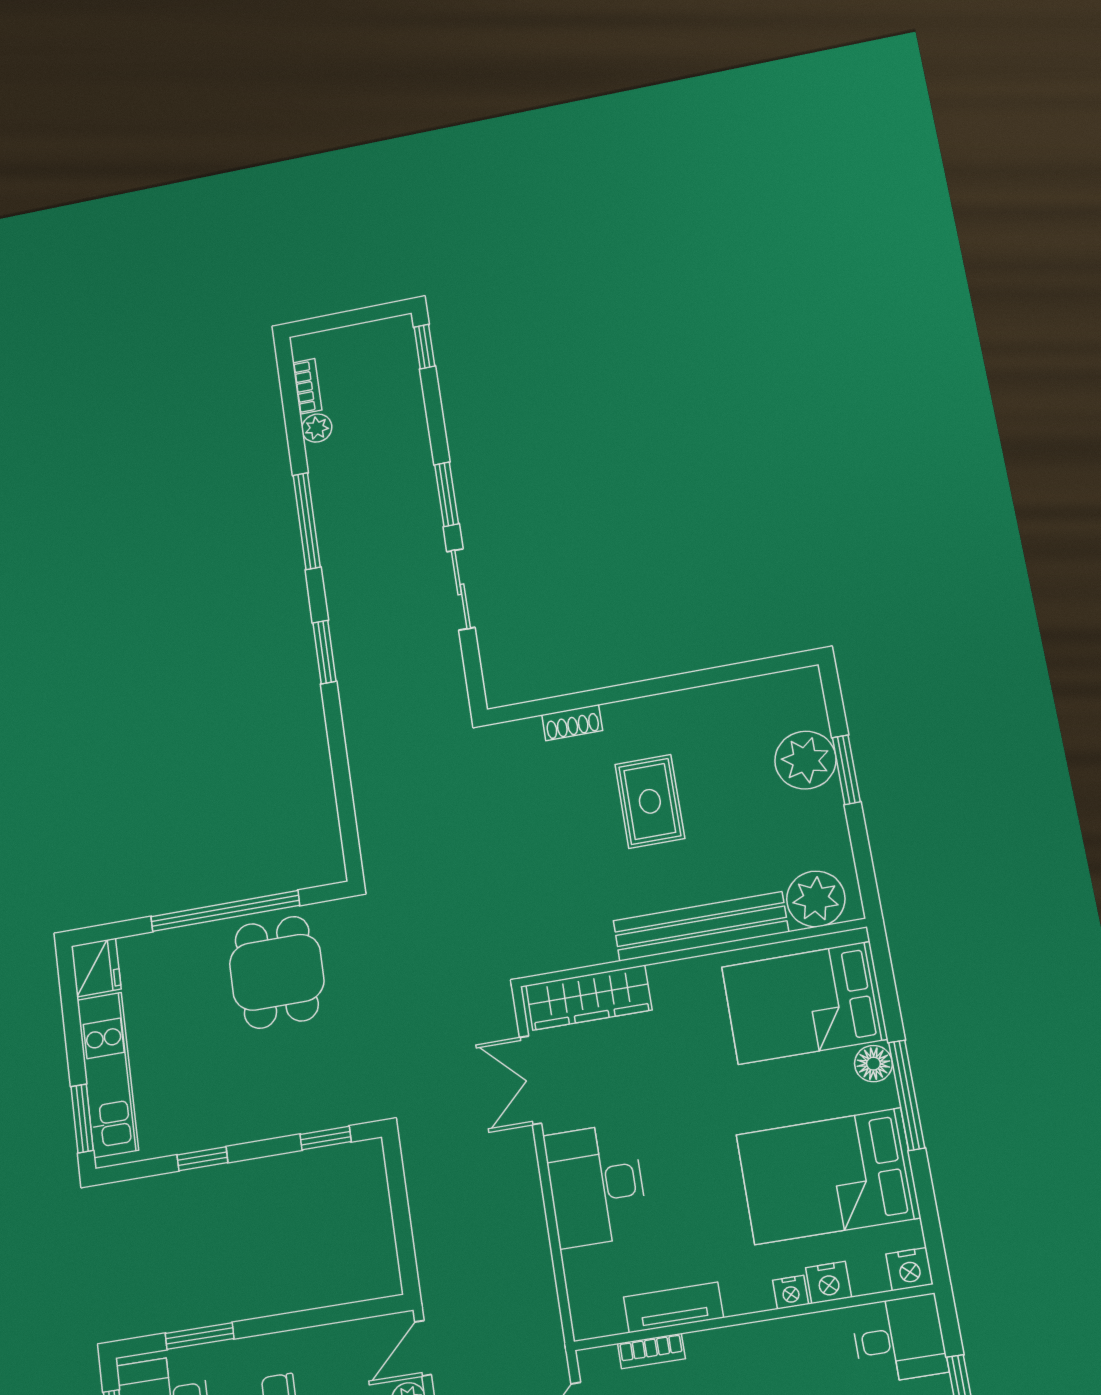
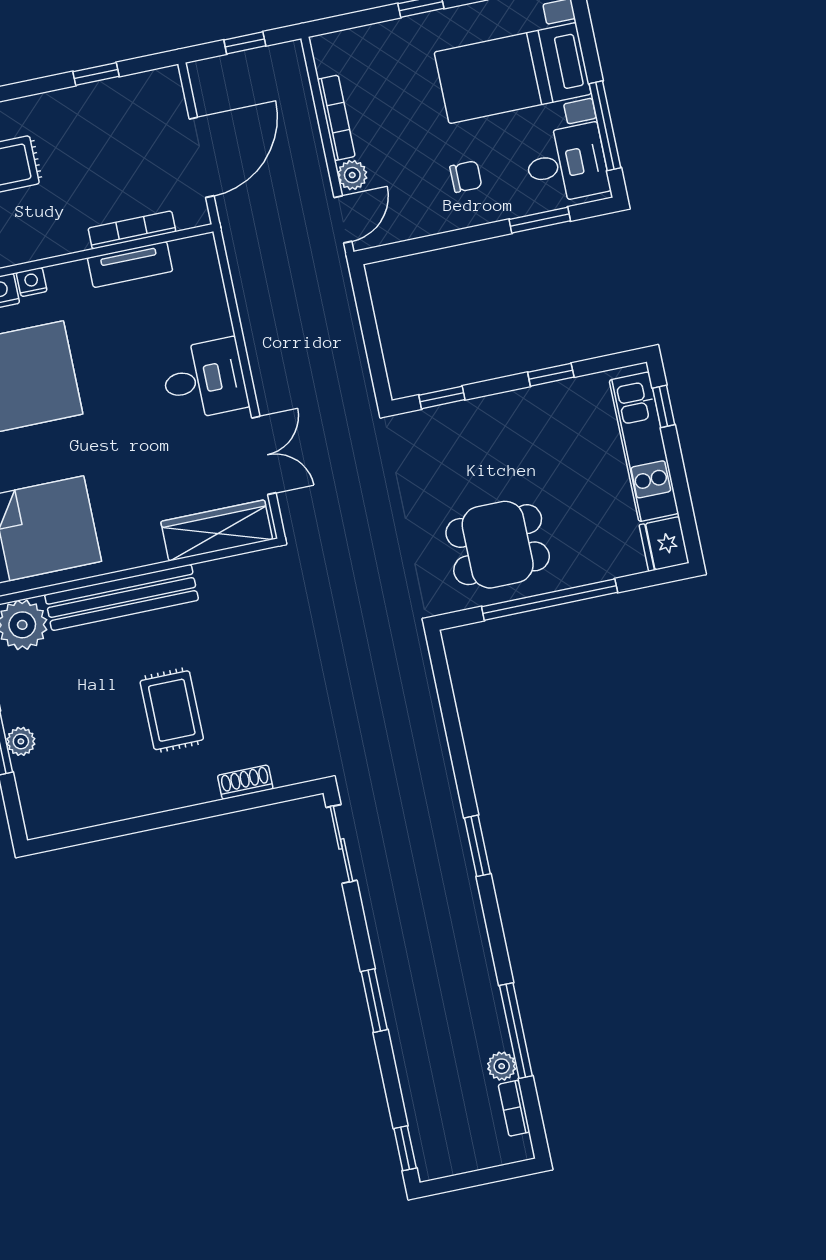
window: (307, 521) -> (516, 1031), moved
sliding door: (461, 589) -> (341, 844), moved
plant: (805, 760) -> (21, 741), width x0.53, depth x0.53
dining table: (277, 972) -> (498, 545), turned 90
window: (82, 1118) -> (664, 406), width x0.67
desk: (596, 1185) -> (204, 379), width x0.73
bookcase: (651, 1351) -> (132, 230), width x1.56

